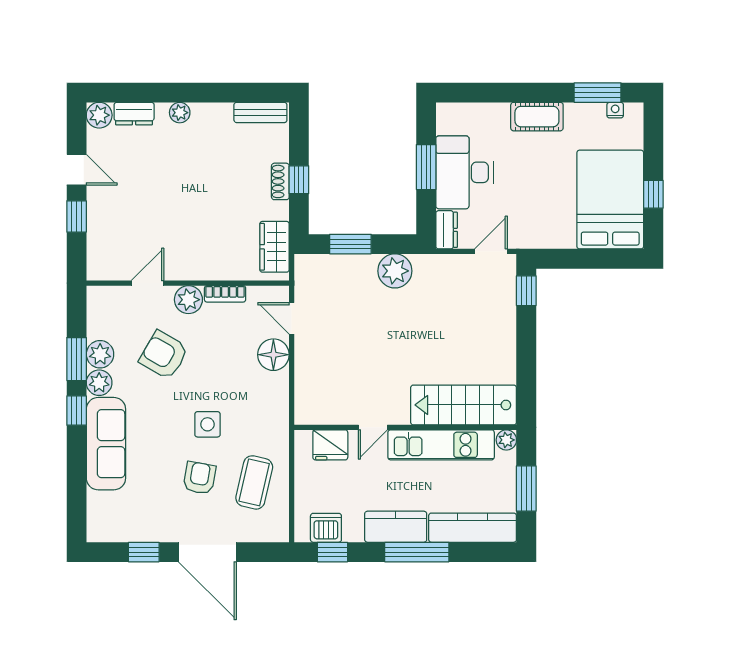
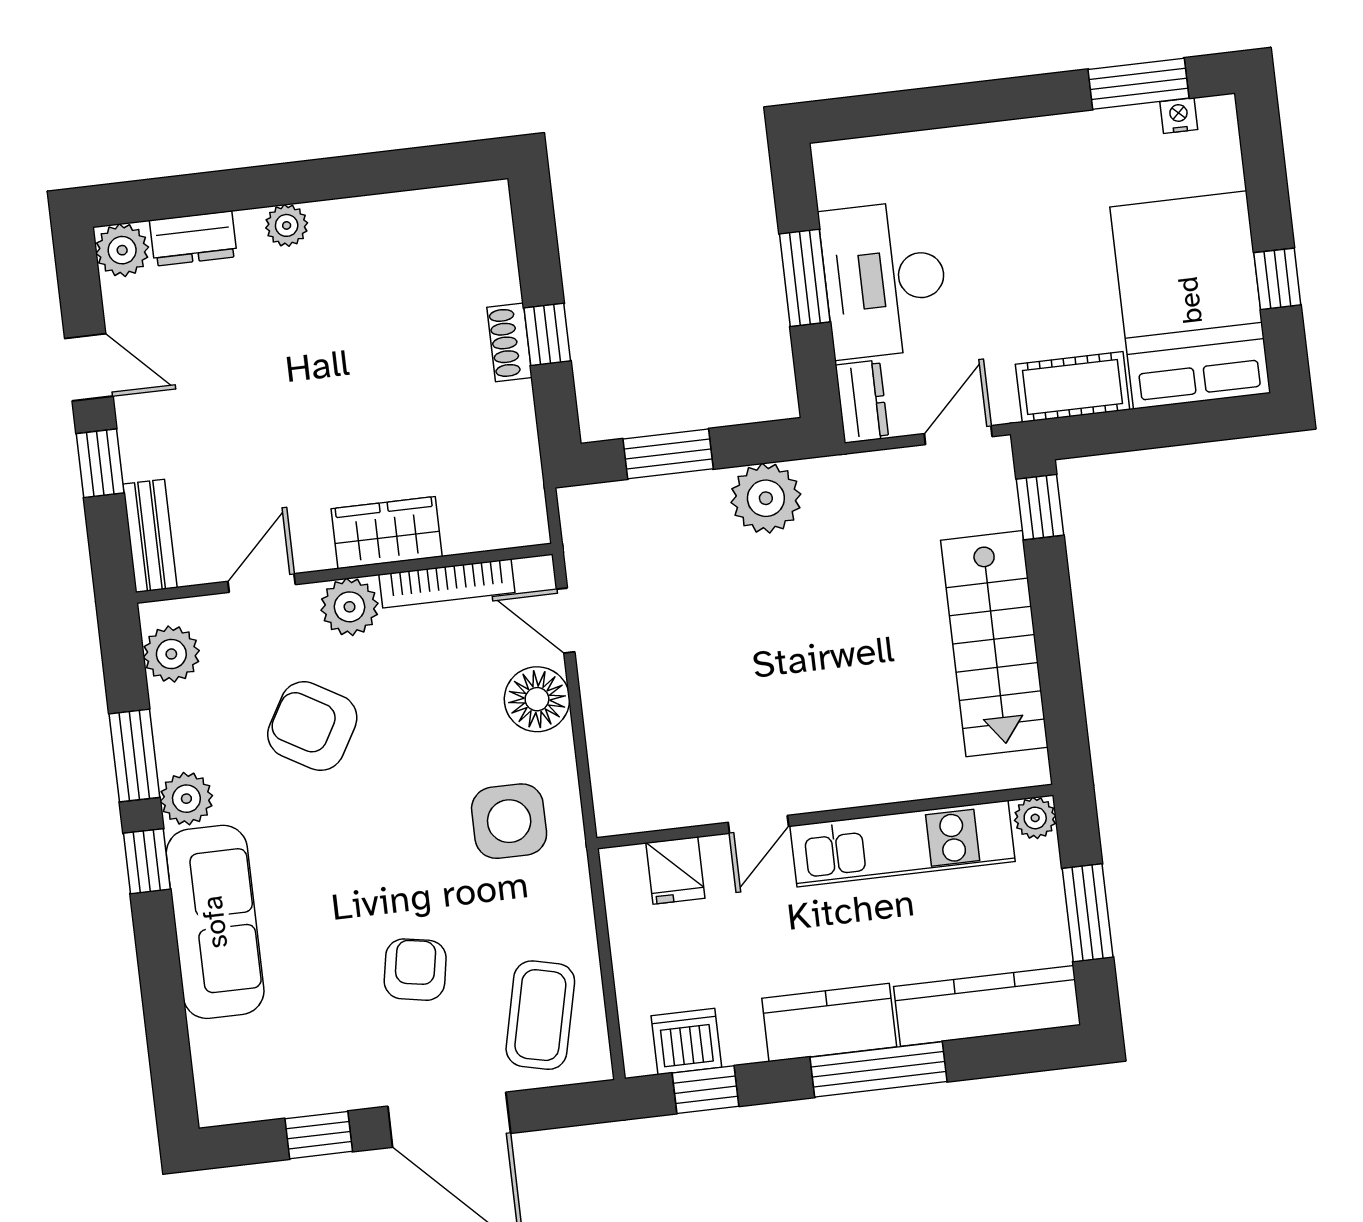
bench: (260, 112) -> (150, 536), moved, turned 90
cot: (537, 117) -> (1073, 387), moved
wardrobe: (274, 247) -> (387, 533), moved, turned 90
bookcase: (225, 294) -> (447, 583), width x1.56
plant: (100, 354) -> (171, 654), moved
stairs: (464, 405) -> (994, 644), moved, turned -90
side table: (207, 424) -> (509, 821), moved, width x1.37, depth x1.37
fridge: (330, 445) -> (675, 870), width x0.72
coffee table: (254, 482) -> (540, 1015), moved

